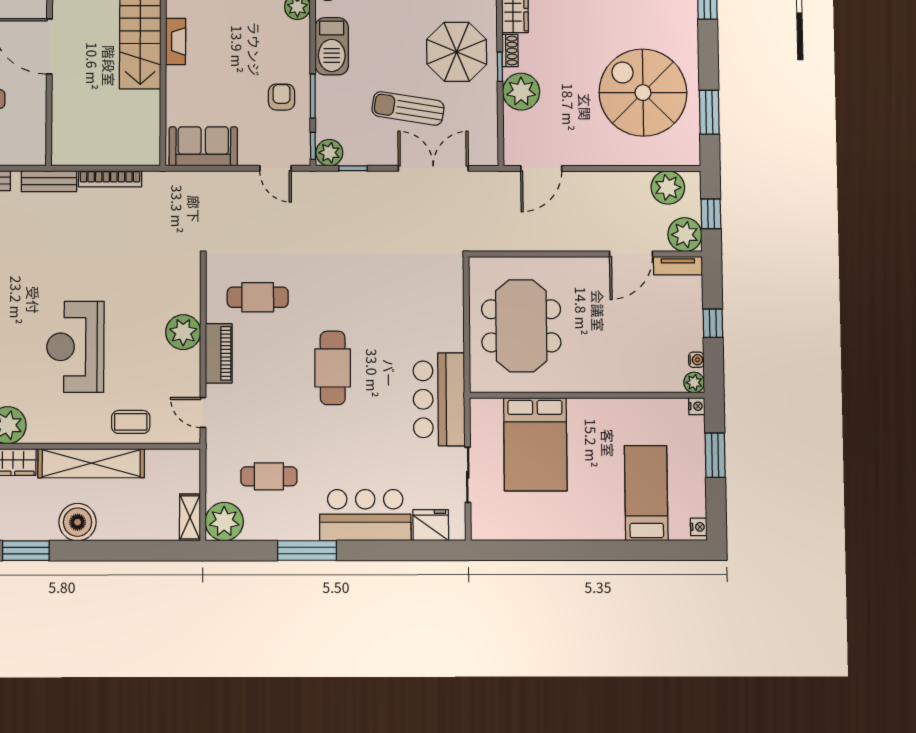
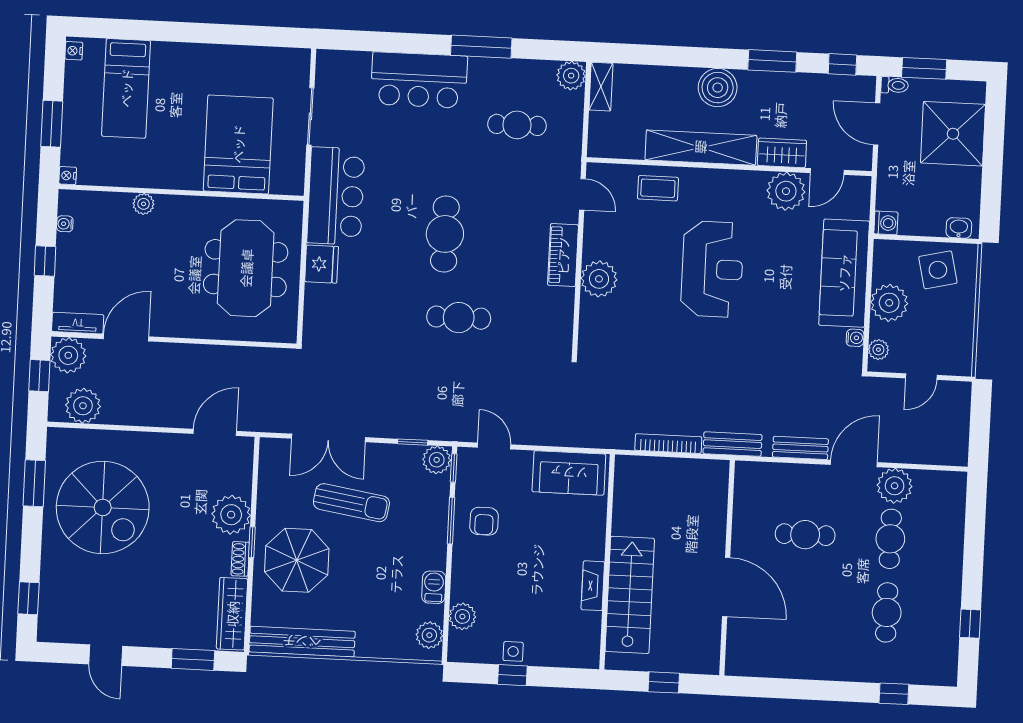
barbecue: (332, 46) -> (434, 587), width x0.53, depth x0.65
cafe table: (258, 297) -> (459, 318), moved
plant: (694, 383) -> (144, 204), moved
plant: (224, 522) -> (571, 76), width x0.73, depth x0.73
fridge: (431, 525) -> (322, 264), moved, turned -90

